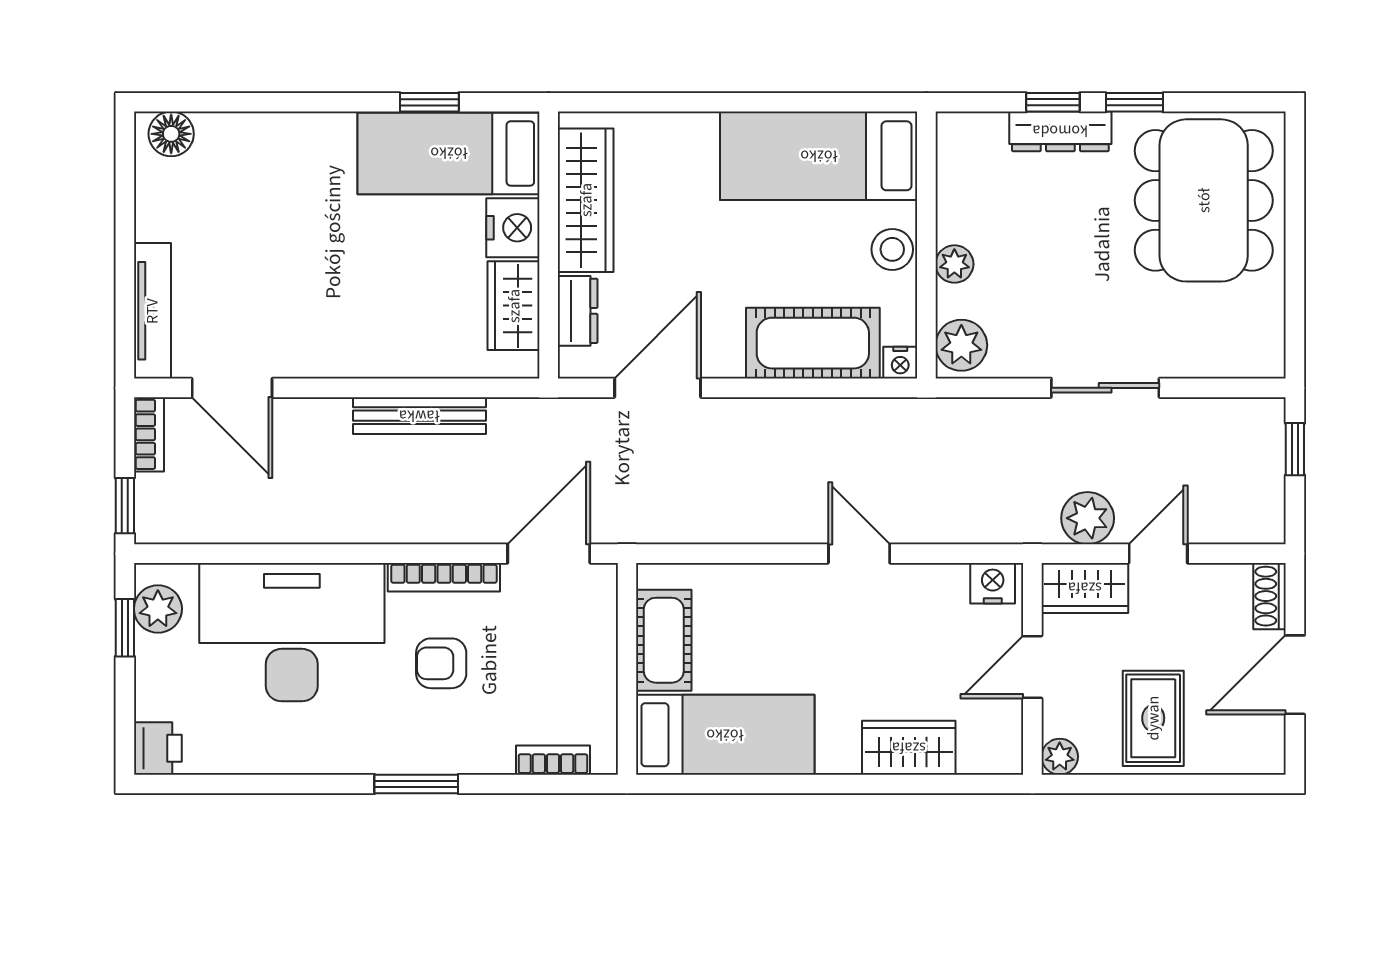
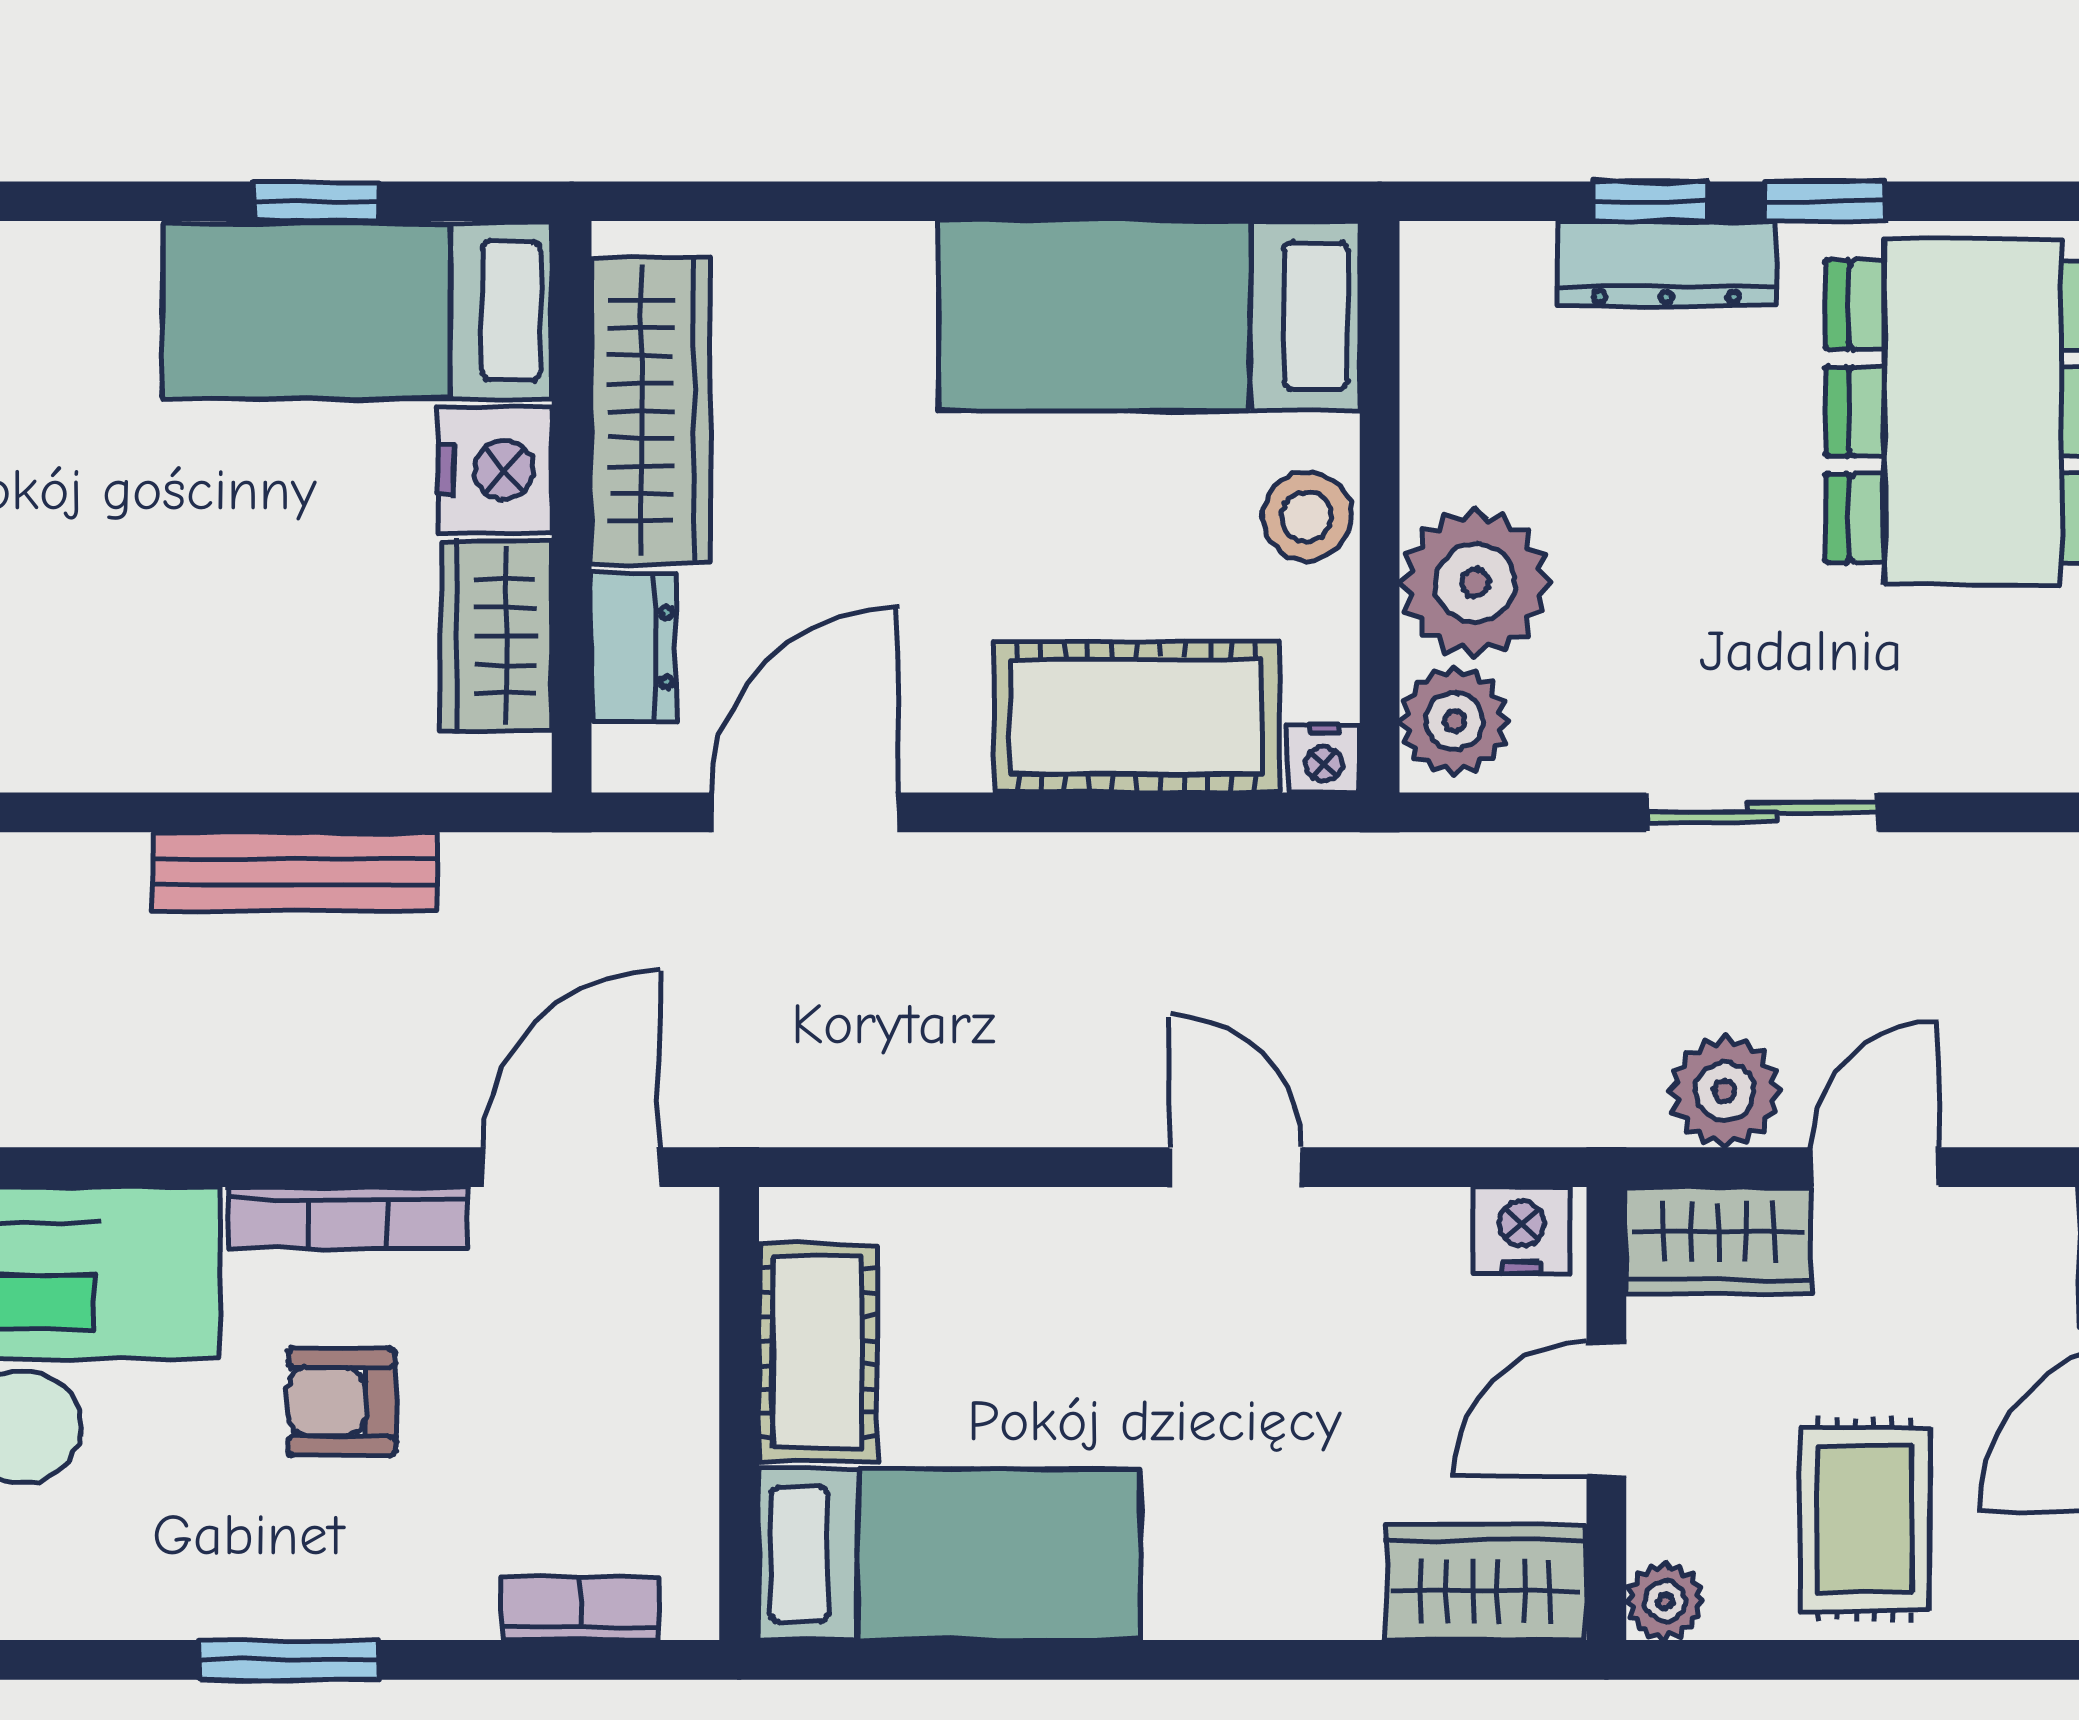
plant: (954, 264) -> (1475, 583), width x1.87, depth x1.87
wardrobe: (909, 748) -> (1485, 1582), moved

